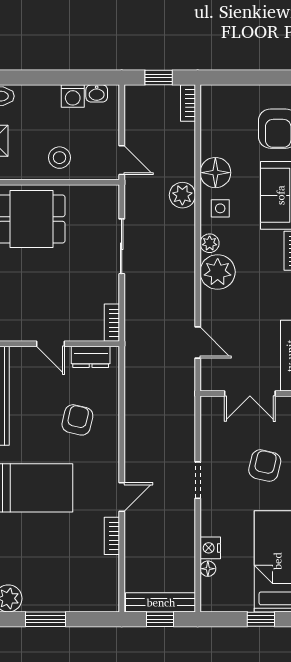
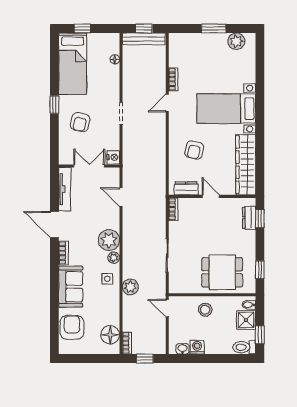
floor lamp: (215, 173) -> (110, 335), moved
nightstand: (210, 548) -> (113, 157), moved

